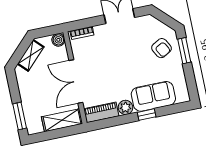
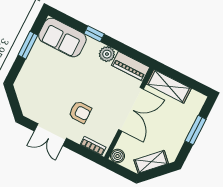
armchair: (162, 48) -> (80, 112), moved, turned 119
window: (184, 51) -> (28, 45), moved
sofa: (153, 96) -> (62, 37), moved
window: (20, 116) -> (196, 130), moved

